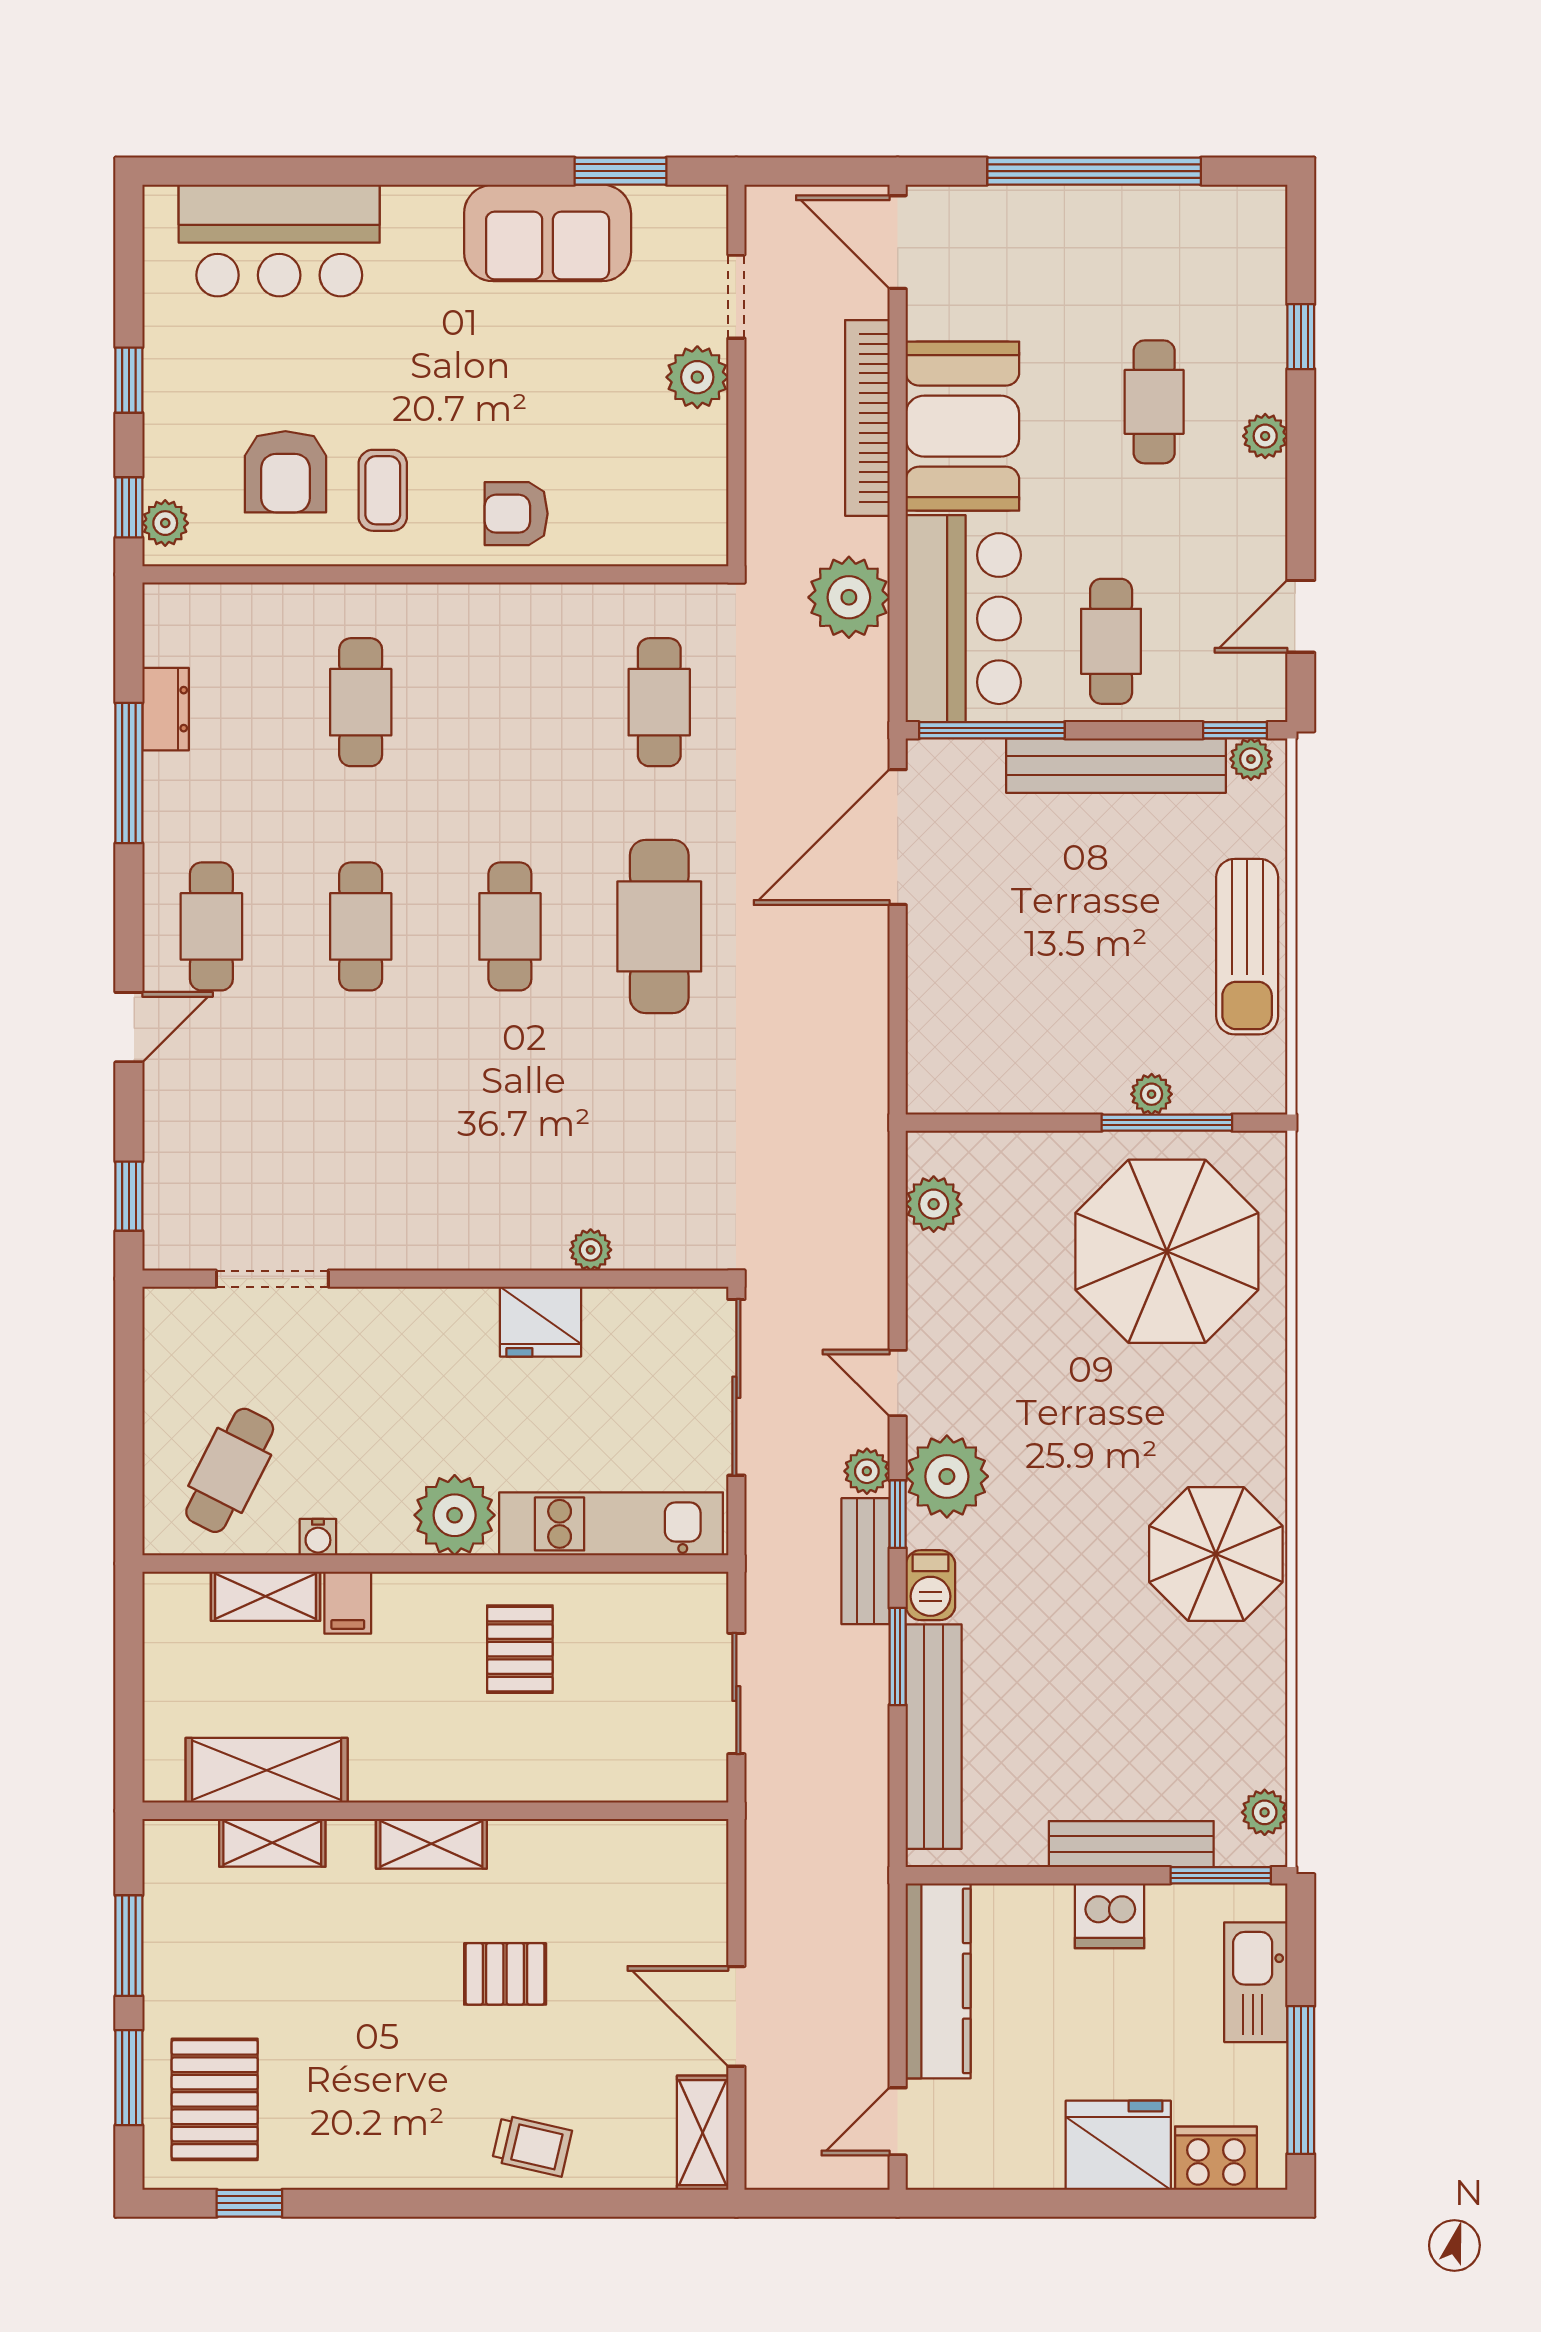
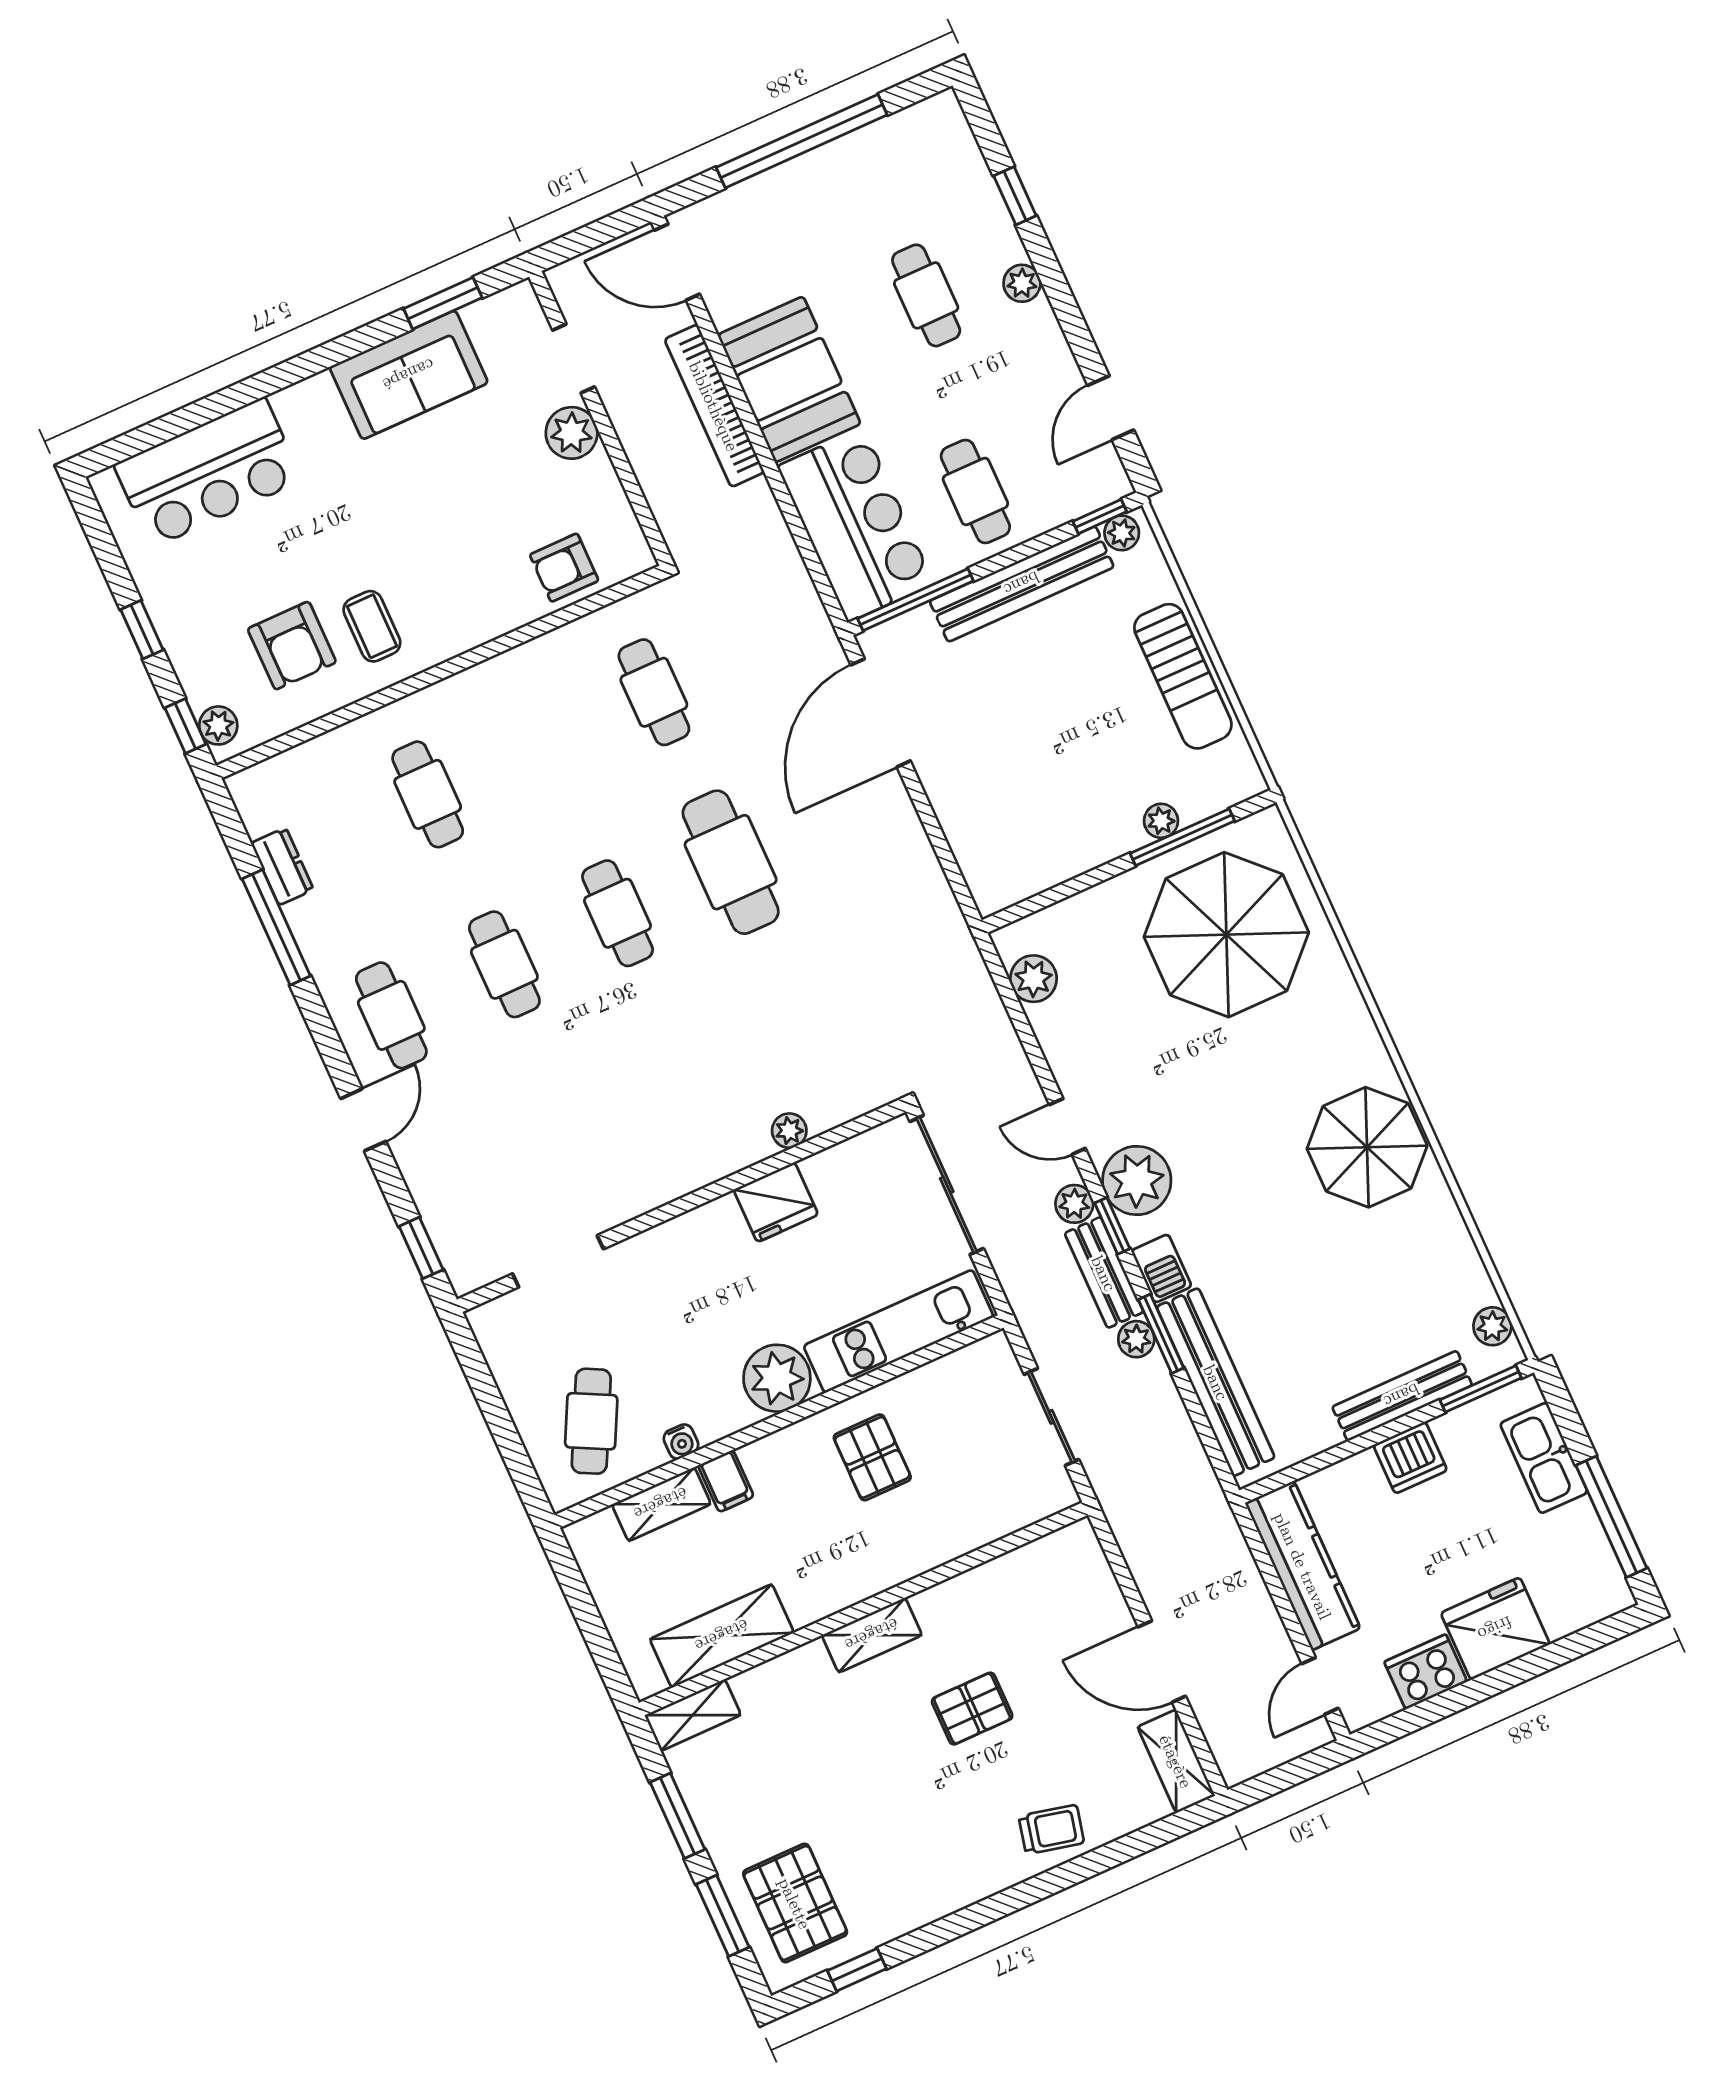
armchair: (516, 514) -> (564, 568), moved
plant: (849, 597) -> (1136, 1339), moved, width x0.53, depth x0.53
shelving: (272, 1843) -> (693, 1715), moved
cooker: (1216, 2158) -> (1426, 1672), moved

